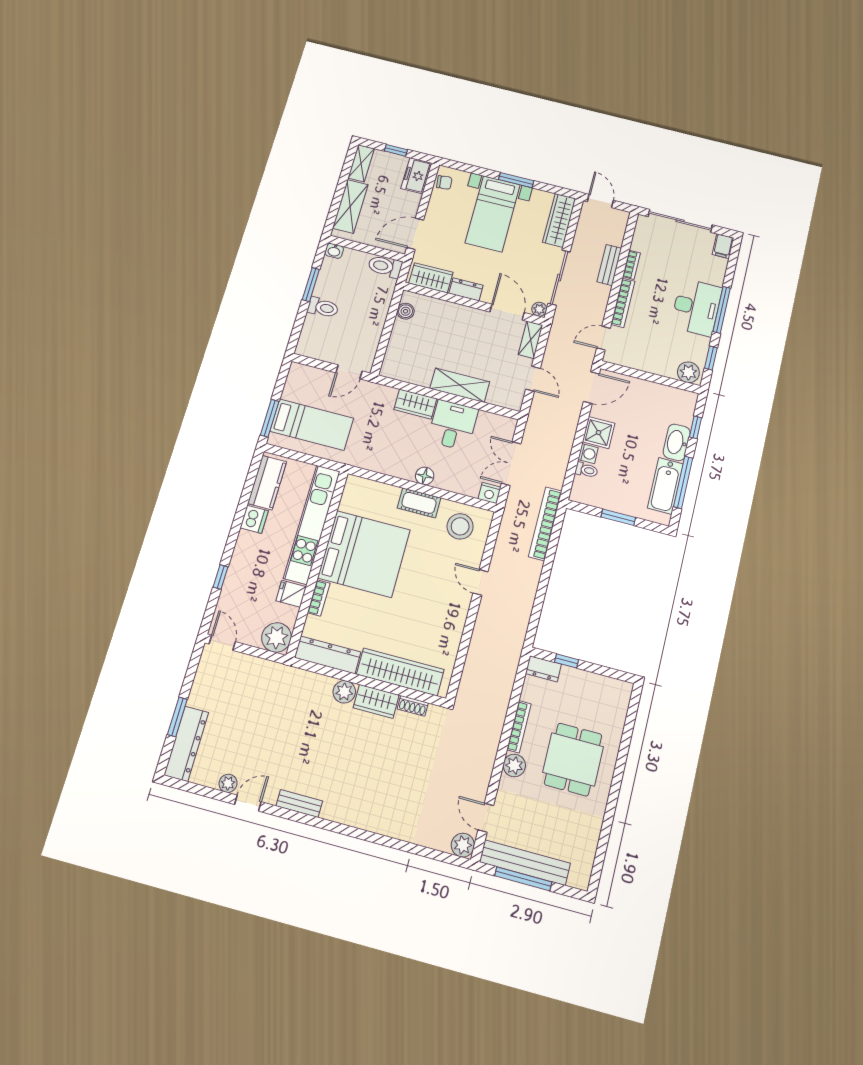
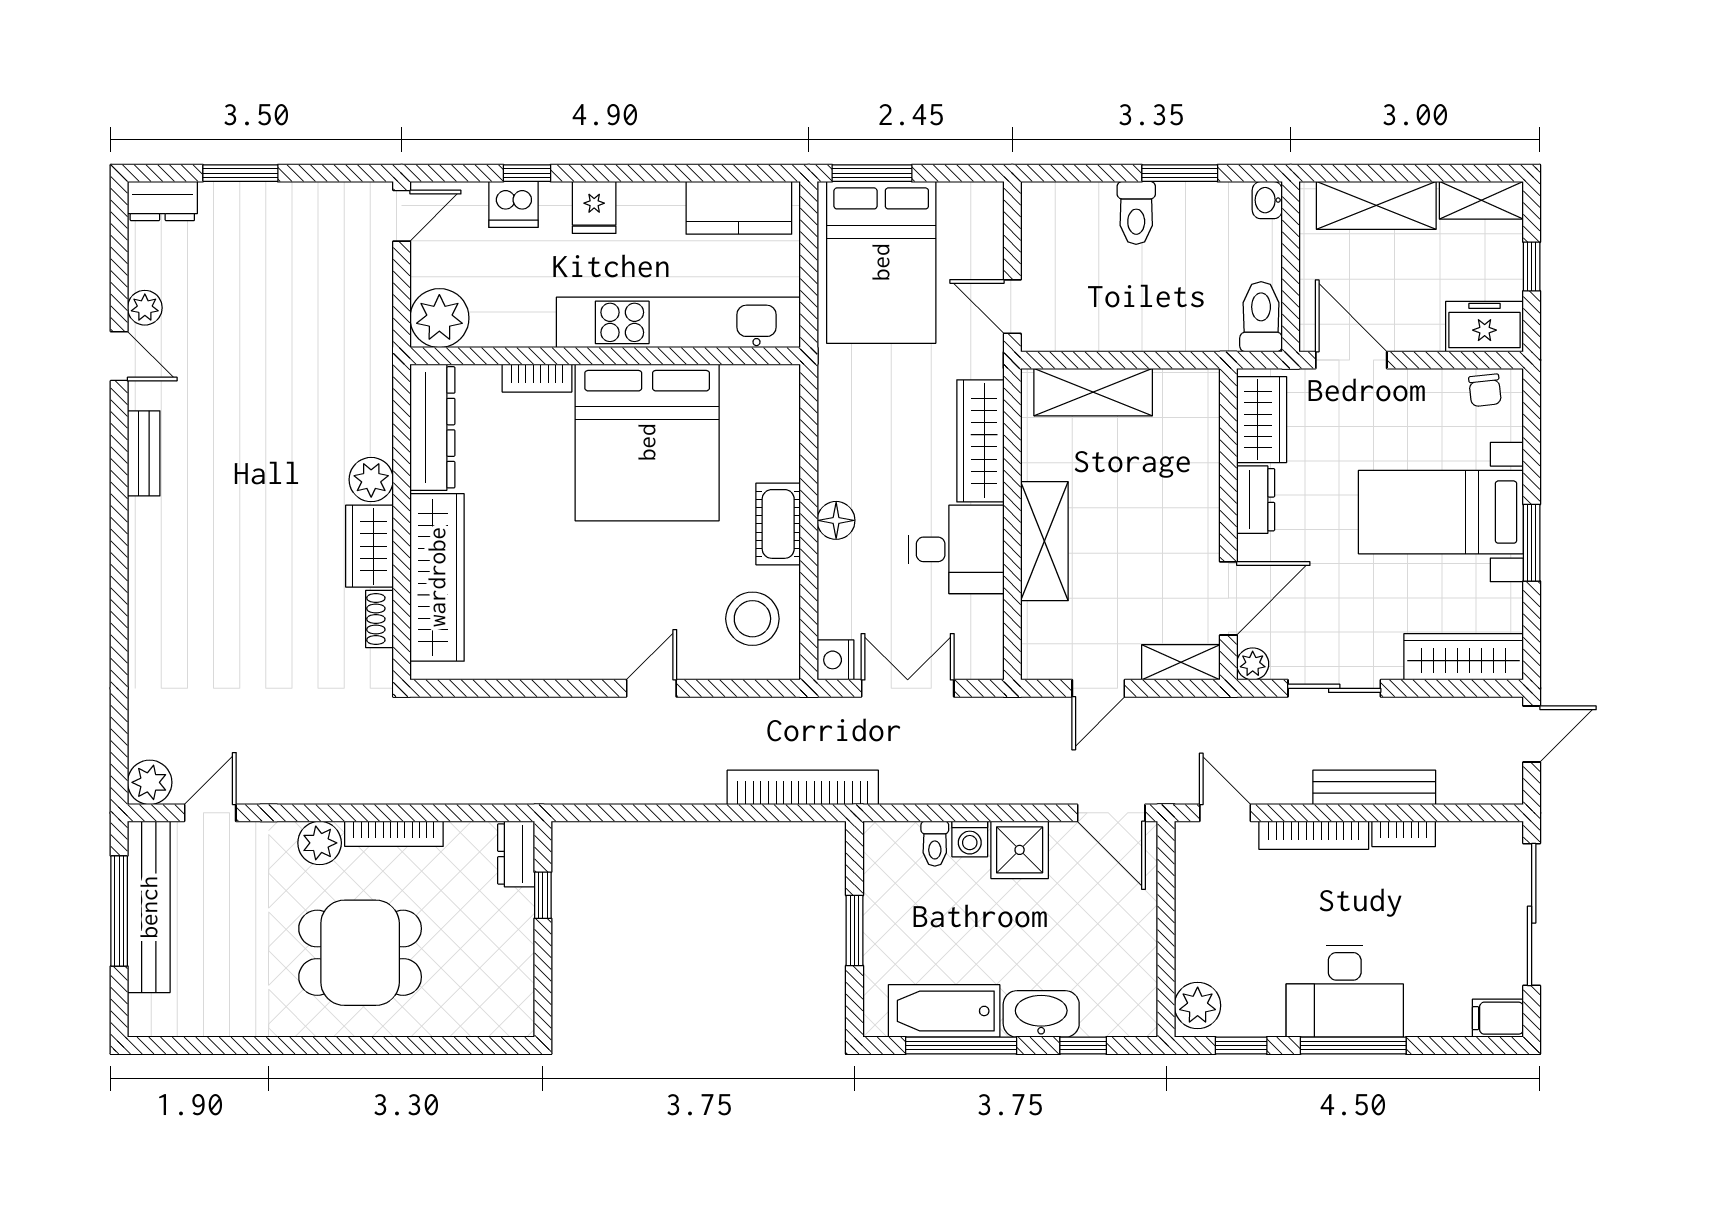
bench: (609, 265) -> (1374, 787), width x1.36
sliding door: (559, 278) -> (1334, 688), width x0.73
boiler: (406, 311) -> (1174, 387), removed
shelving: (398, 347) -> (1093, 392), added
wardrobe: (415, 404) -> (980, 441), width x1.50
bed: (312, 425) -> (881, 262), width x1.50
dishwasher: (254, 519) -> (513, 204), moved
fridge: (291, 594) -> (594, 207), moved, turned 180
dresser: (186, 744) -> (162, 201), width x0.51, depth x0.80

